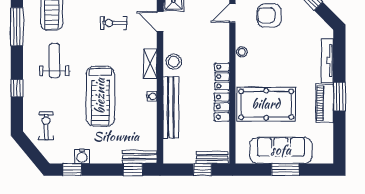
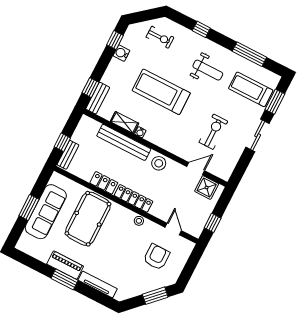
exercise bike: (114, 23) -> (213, 132), width x1.38, depth x1.39
shelving: (150, 64) -> (124, 122), moved
locker: (222, 76) -> (133, 198), width x1.53

